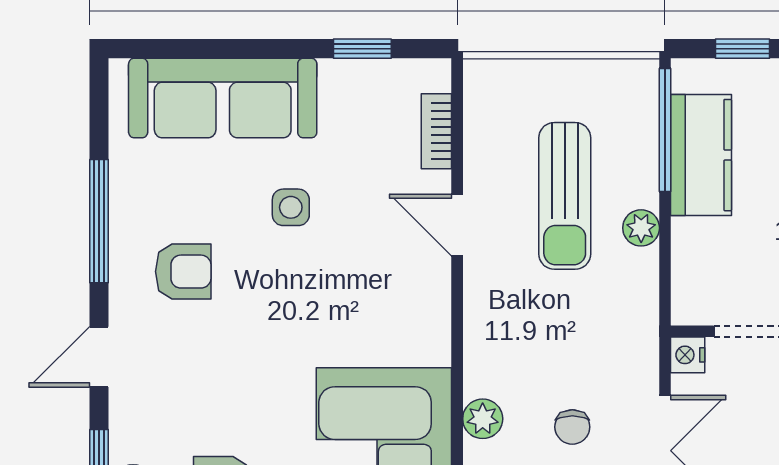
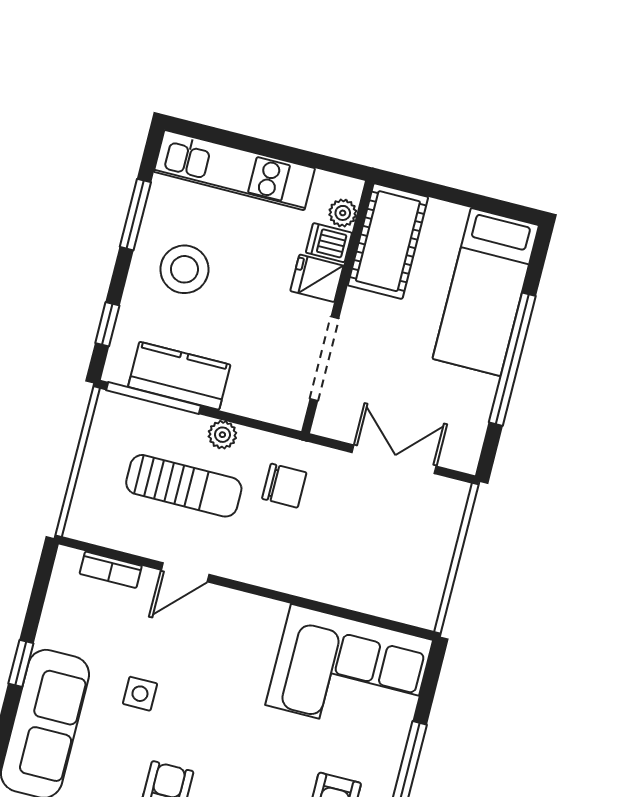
window: (362, 49) -> (21, 663), moved
nightstand: (688, 355) -> (327, 424), removed
plant: (483, 419) -> (335, 590), removed
chair: (572, 427) -> (284, 486), moved, width x1.37, depth x1.37

